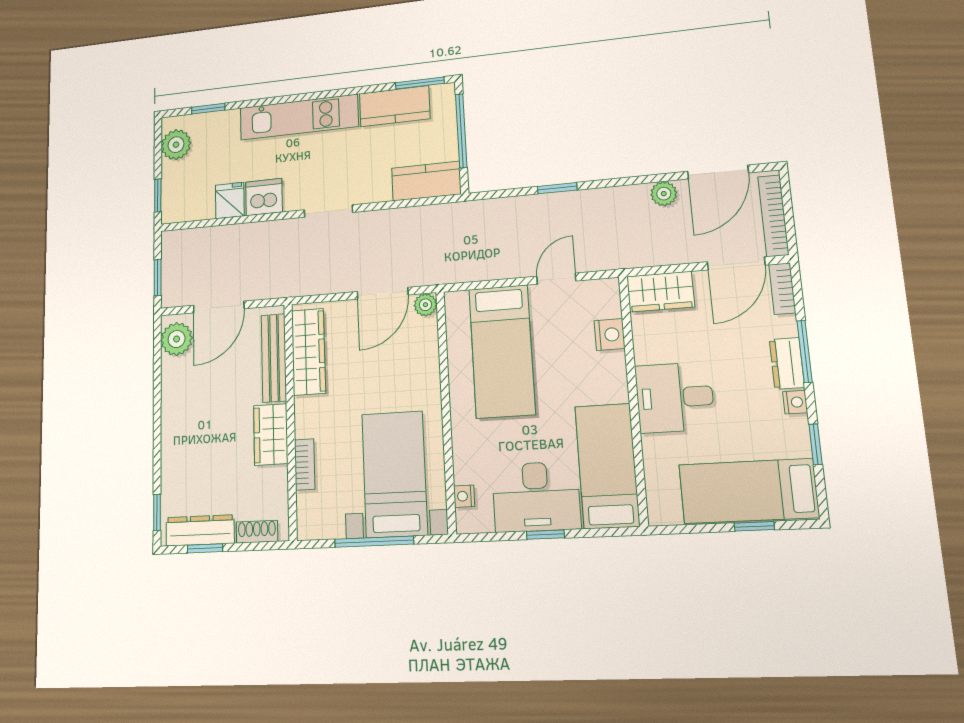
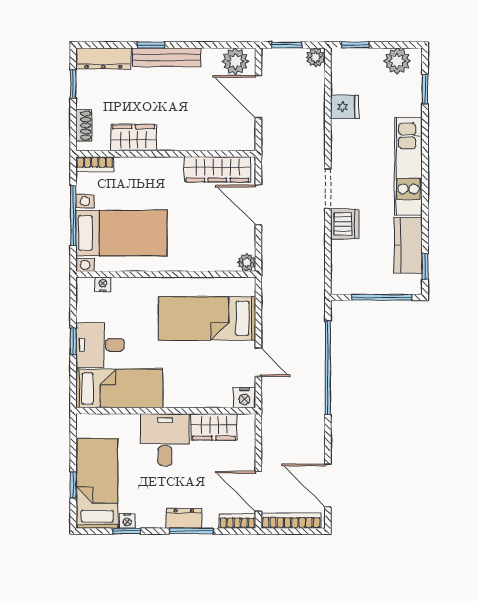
window: (420, 83) -> (425, 266), width x0.67
kitchen counter: (426, 181) -> (344, 268), removed
window: (557, 188) -> (328, 368), width x3.17
plant: (664, 194) -> (315, 57), moved
dishwasher: (264, 197) -> (345, 224), moved
wardrobe: (660, 292) -> (214, 427), moved, turned -90
door: (383, 293) -> (258, 205), moved
nightstand: (610, 335) -> (244, 398), moved
bench: (274, 358) -> (167, 57), moved
nightstand: (795, 402) -> (127, 521), moved
wardrobe: (271, 434) -> (134, 138), moved
bookcase: (305, 464) -> (95, 164), moved
desk: (536, 497) -> (100, 345), width x0.73
window: (157, 513) -> (151, 45), moved
dresser: (200, 530) -> (103, 58), moved, turned 90

